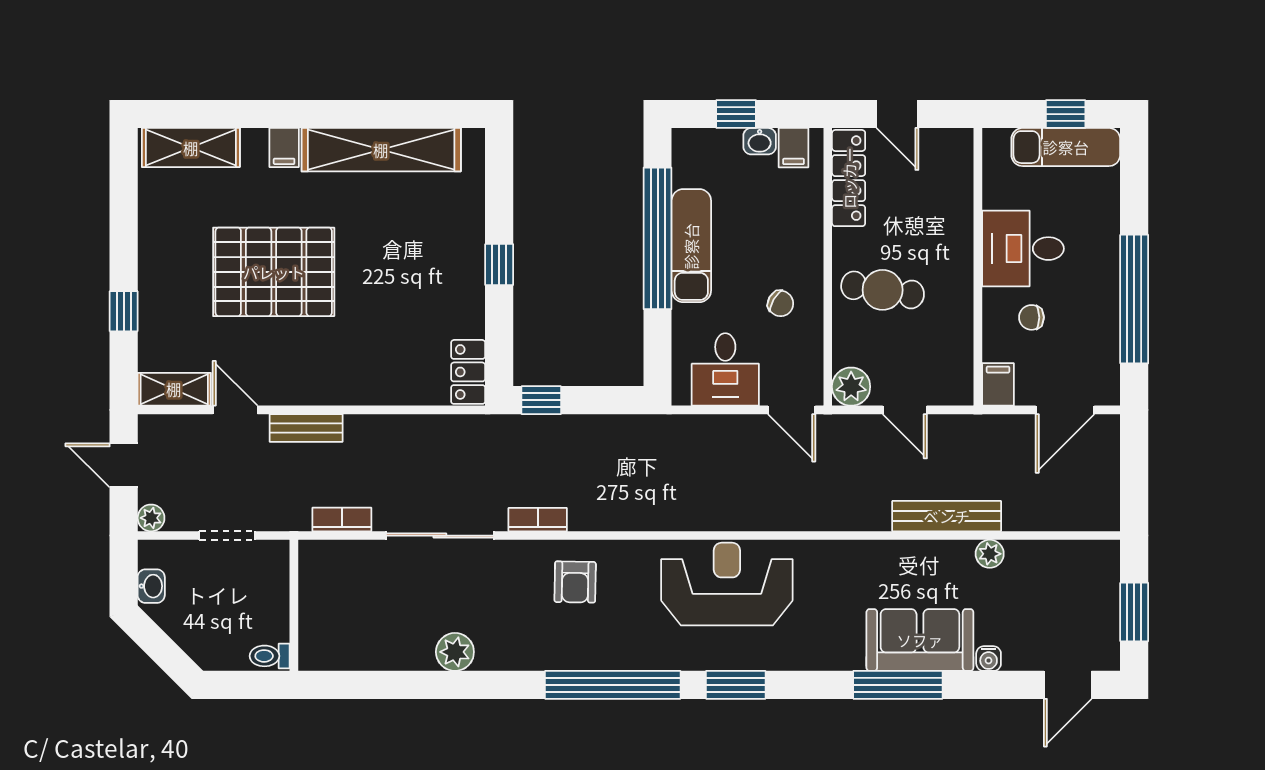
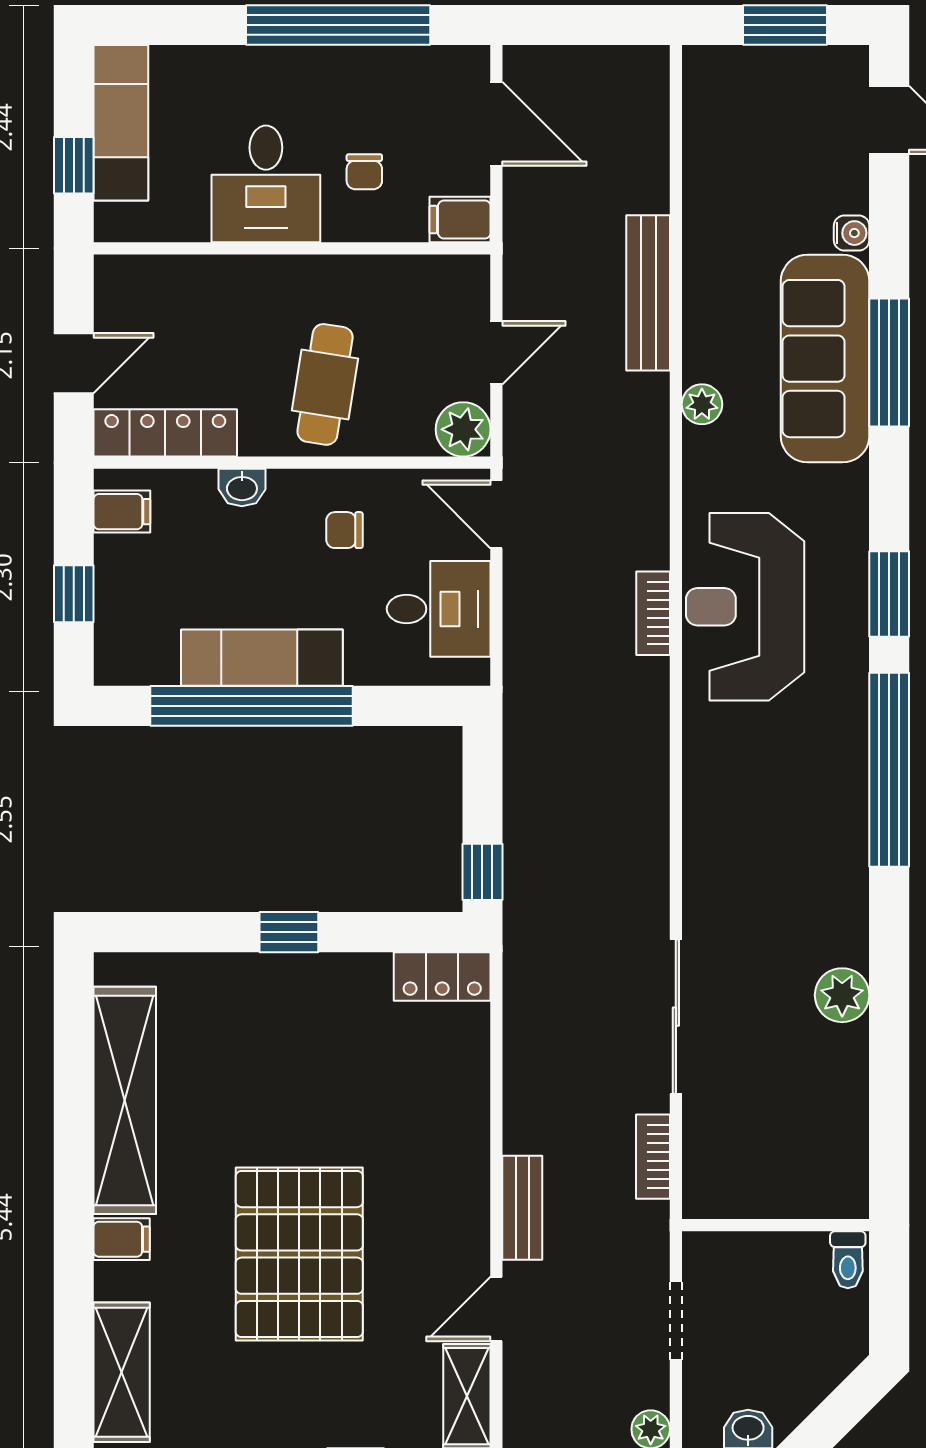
window: (1066, 114) -> (74, 165), moved
washbasin: (760, 141) -> (242, 487), moved, turned 90
chair: (781, 303) -> (344, 530), turned -121
door: (792, 410) -> (496, 514), swing flipped
bookcase: (538, 520) -> (653, 613), moved
plant: (990, 554) -> (702, 404), moved
armchair: (575, 582) -> (742, 824), removed
sofa: (920, 640) -> (825, 359), width x1.36

